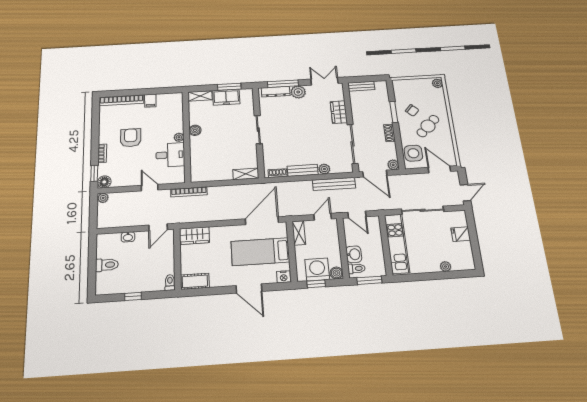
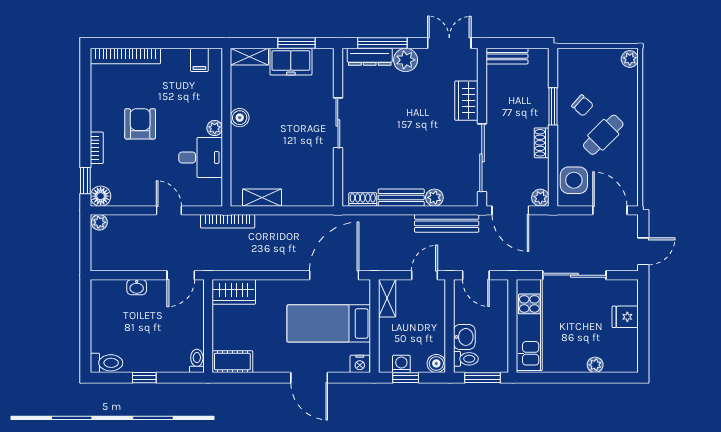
filing cabinet: (150, 101) -> (199, 60), moved
shelving: (246, 174) -> (262, 198), moved
toilet: (107, 265) -> (107, 363), moved
washing machine: (317, 269) -> (401, 364), width x0.53, depth x0.53

